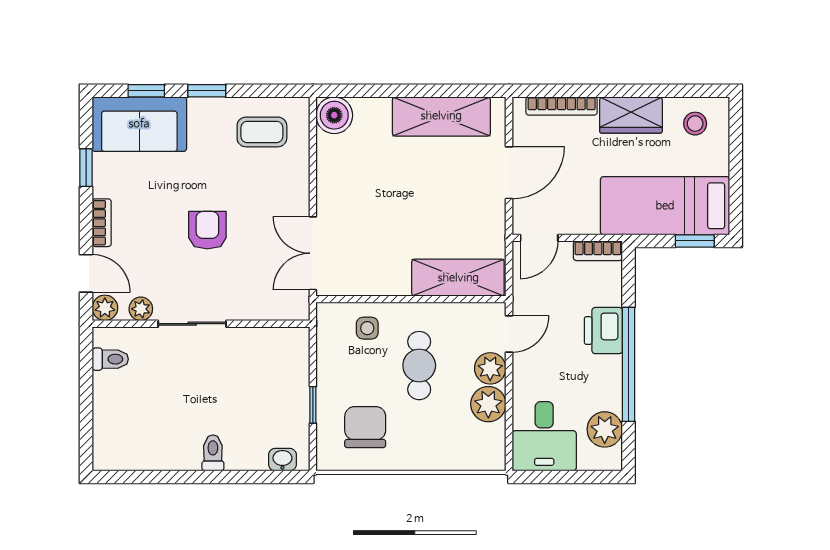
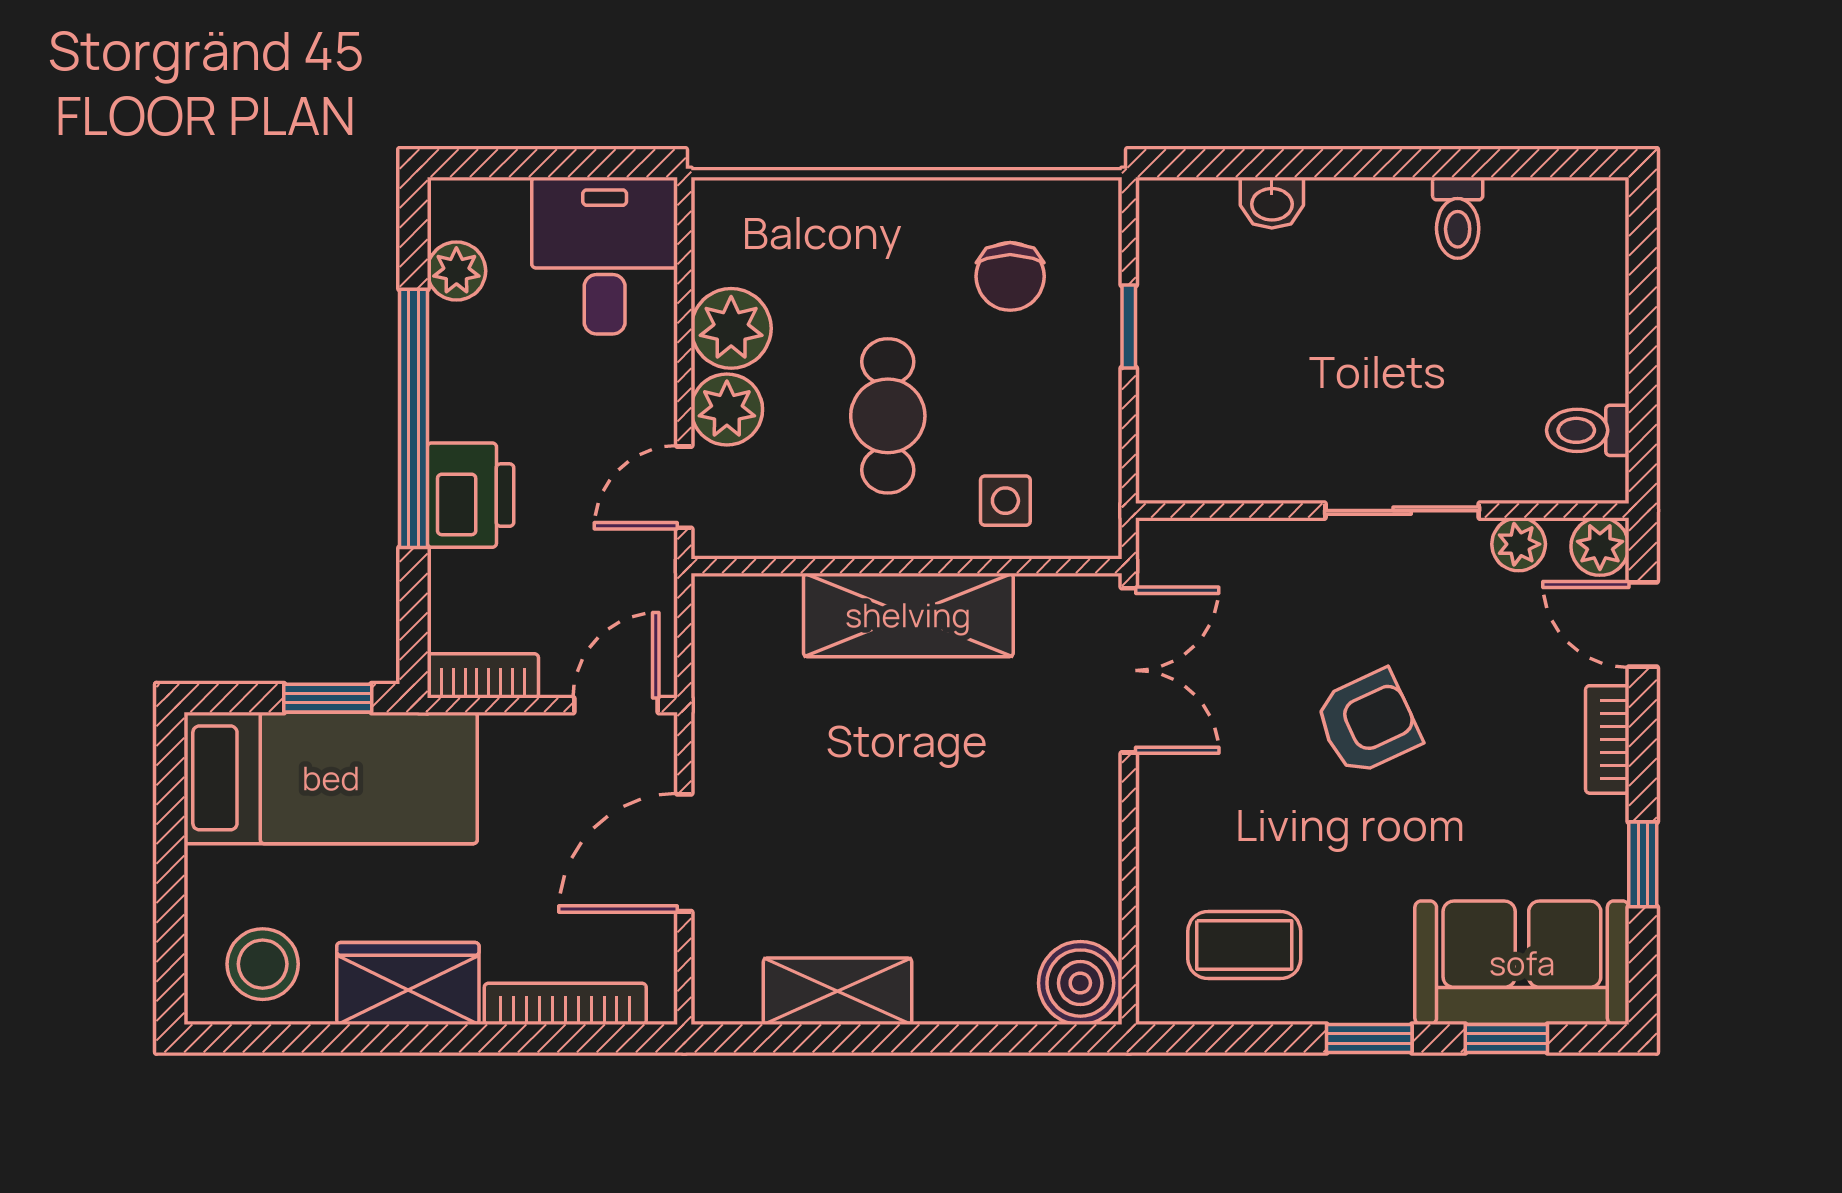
shelving: (441, 116) -> (838, 991), width x0.67, depth x0.75
stool: (695, 124) -> (263, 964), width x1.37, depth x1.37
armchair: (207, 230) -> (1368, 722), turned -115
window: (695, 241) -> (328, 698), moved
shelving: (458, 278) -> (908, 615), moved
chair: (365, 427) -> (1010, 276), width x0.73, depth x0.73
plant: (605, 429) -> (456, 271), width x0.73, depth x0.73
toilet: (213, 453) -> (1458, 218), moved
washbasin: (282, 460) -> (1272, 203), moved

